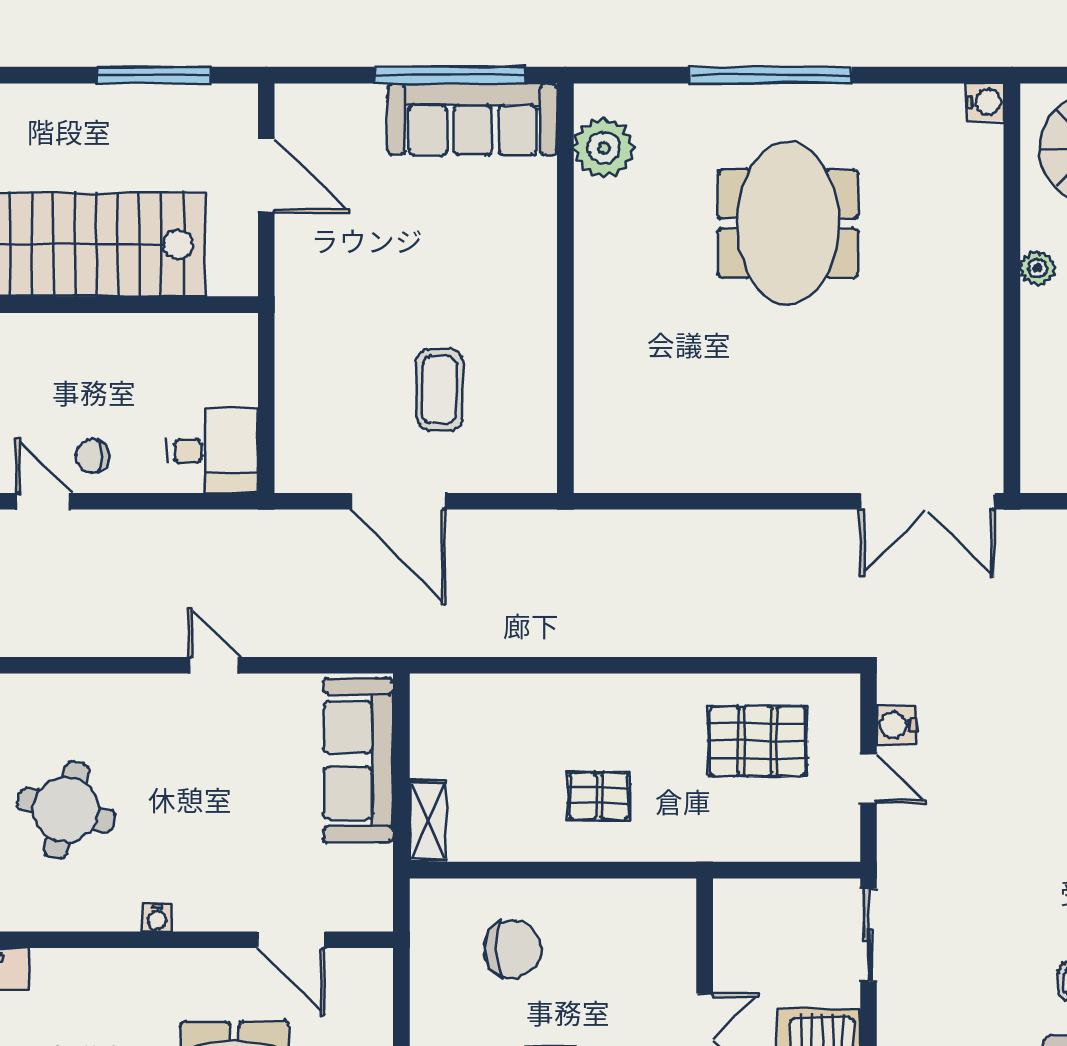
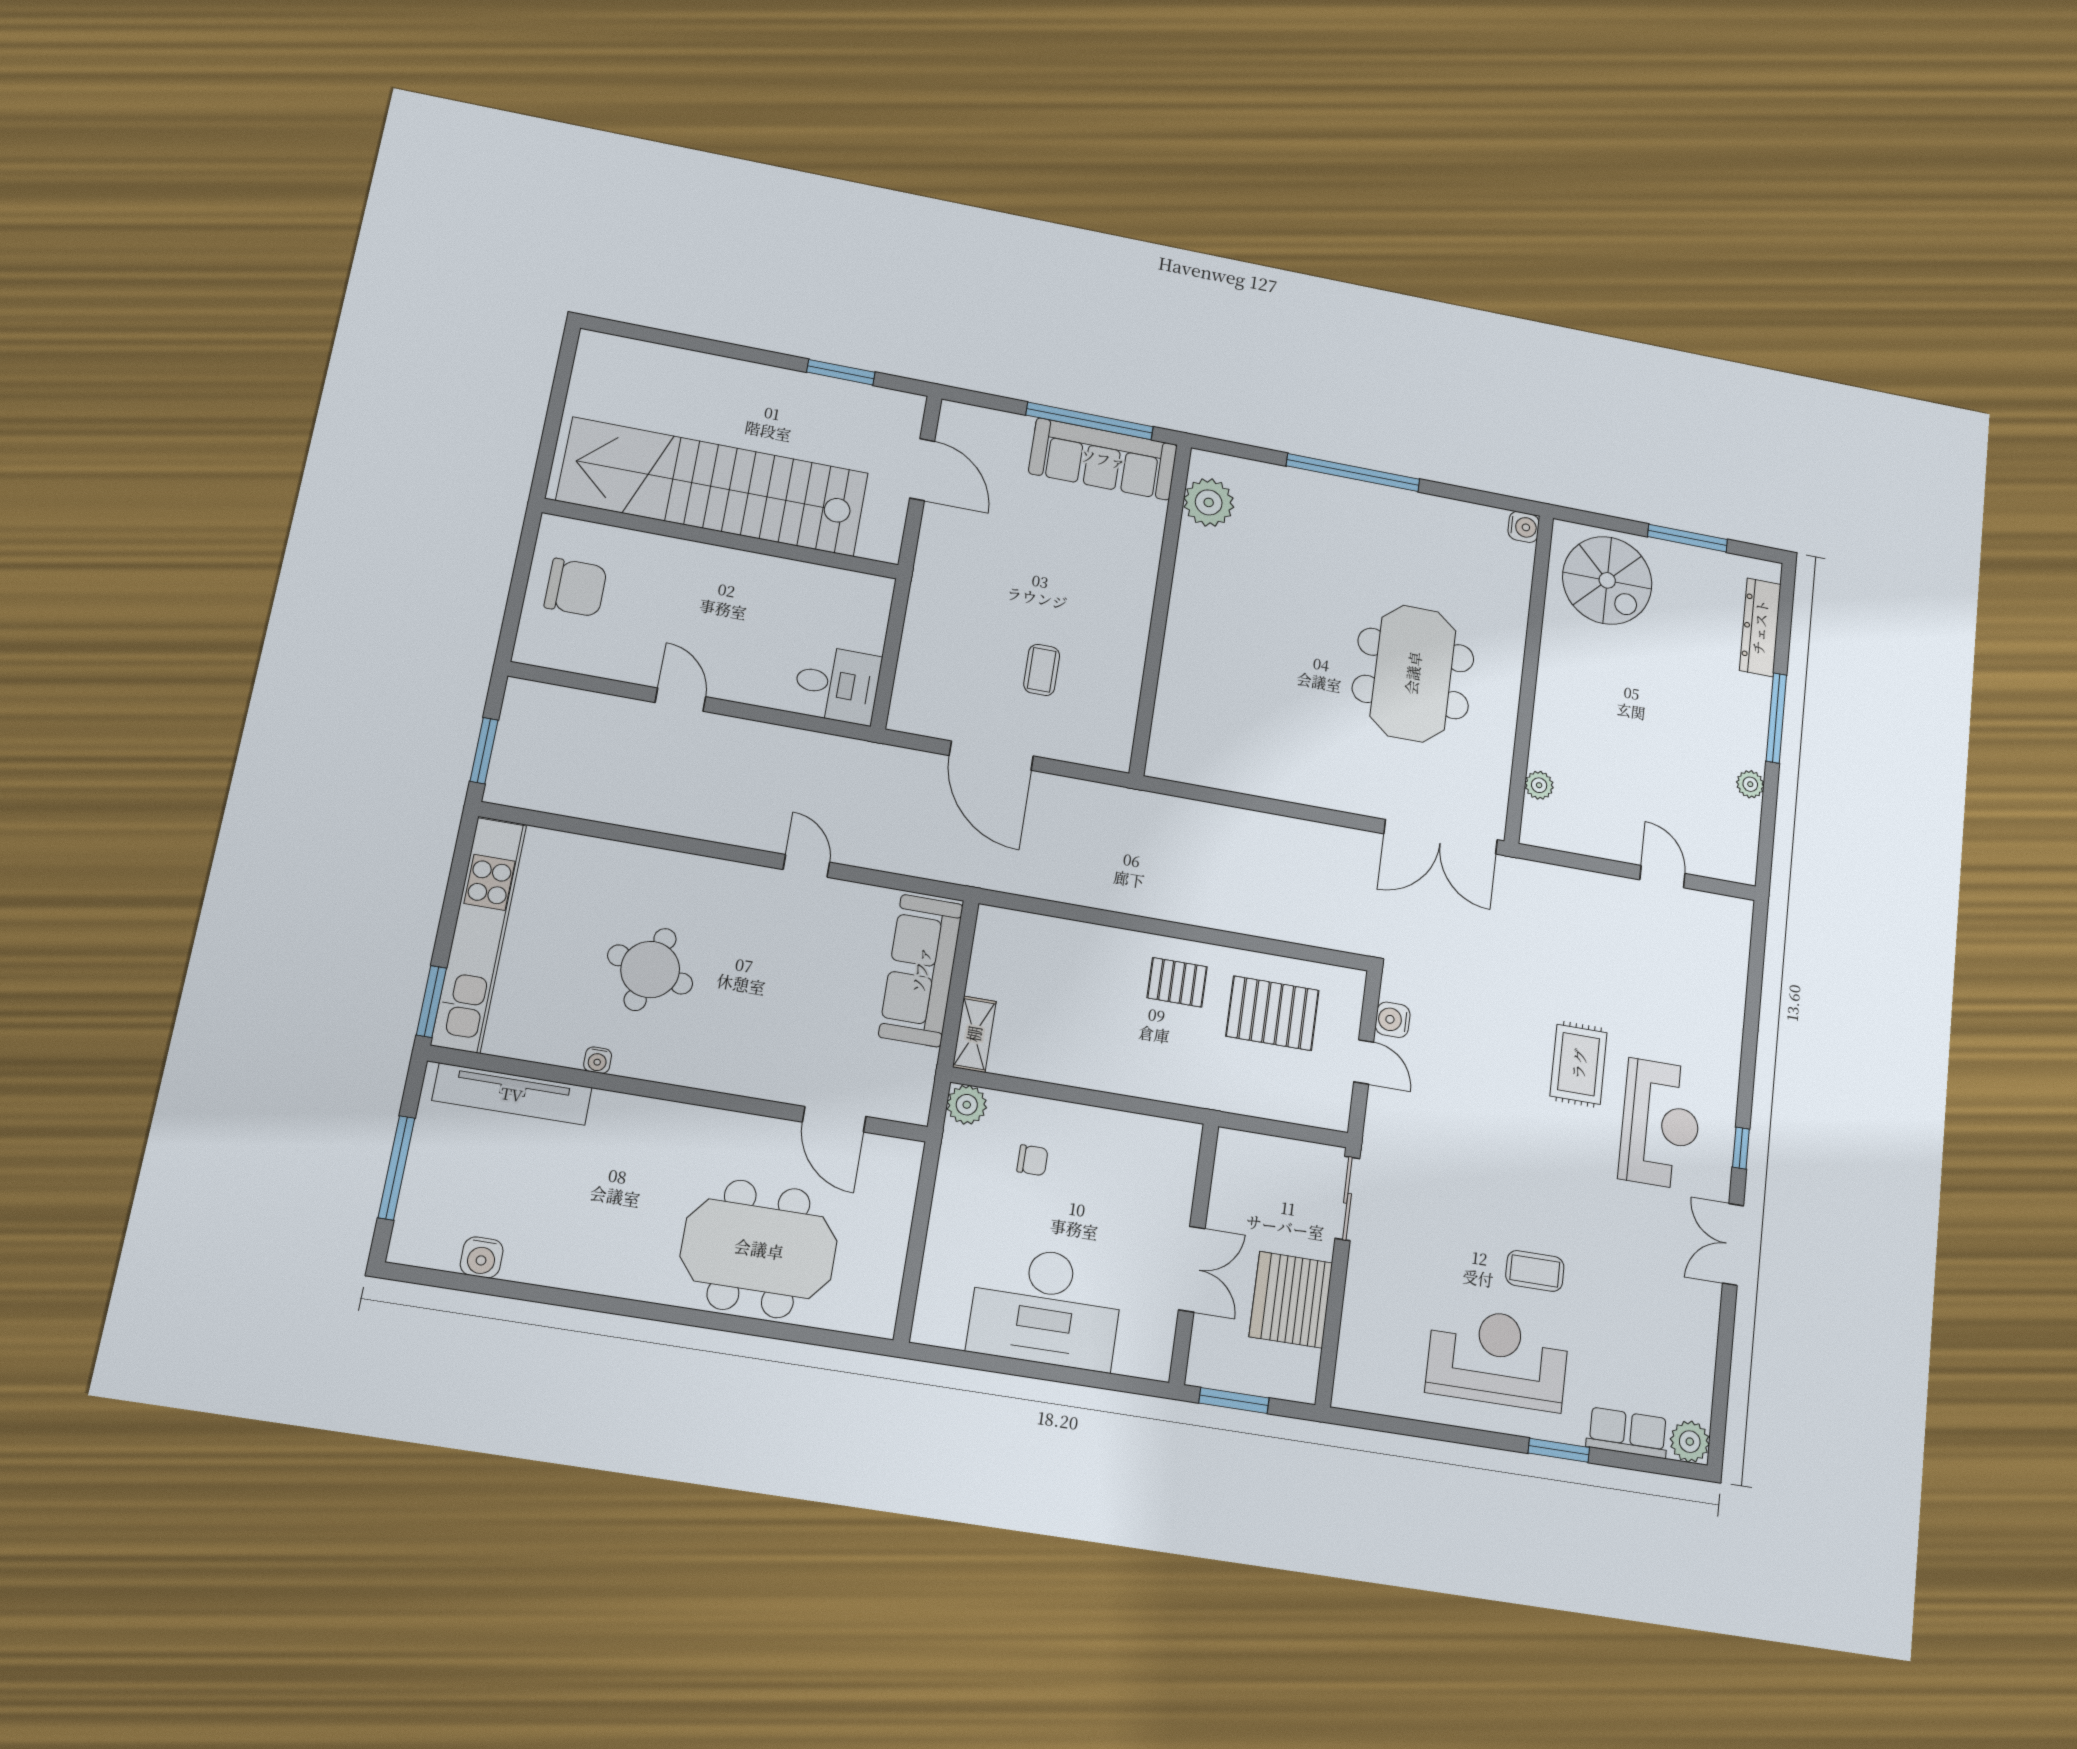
window: (154, 75) -> (841, 372), width x0.69
meeting table: (788, 223) -> (1413, 673), moved
plant: (1038, 268) -> (1539, 785), moved
coffee table: (440, 390) -> (1042, 670), width x0.73, depth x0.77
chair: (92, 456) -> (730, 669), removed
pallet: (599, 796) -> (1177, 982), moved
plant: (432, 900) -> (967, 1105), added
water cooler: (157, 918) -> (598, 1060), moved
chair: (513, 949) -> (1032, 1160), width x0.54, depth x0.54

